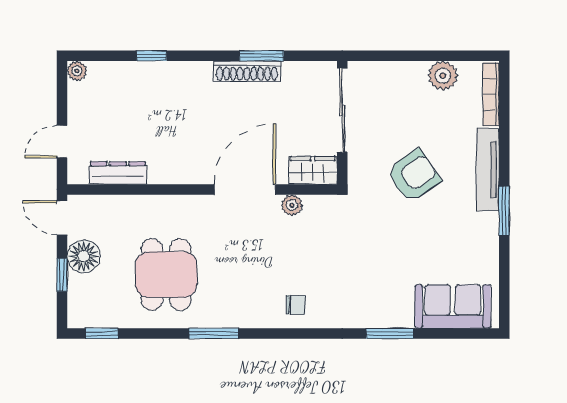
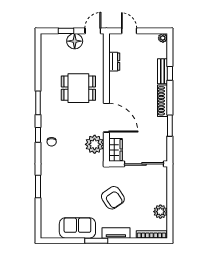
bench: (147, 71) -> (163, 71), added
shoe rack: (247, 71) -> (163, 101), moved
tv unit: (488, 169) -> (116, 233), width x0.71
dresser: (118, 173) -> (114, 62), width x0.70
plant: (292, 205) -> (95, 144), width x1.88, depth x1.88
dining table: (166, 275) -> (78, 88), moved
sofa: (453, 306) -> (77, 228), moved, turned -90
window: (102, 333) -> (38, 135), moved

